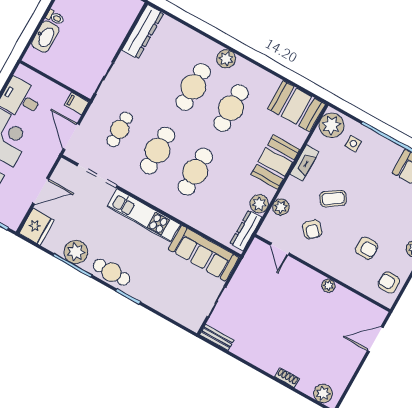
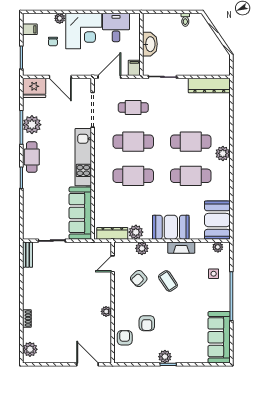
washbasin: (45, 37) -> (150, 44), moved, turned -90
plant: (331, 125) -> (218, 247), width x0.53, depth x0.53
armchair: (389, 282) -> (125, 338), moved

